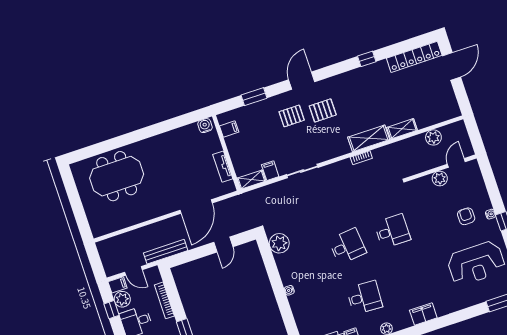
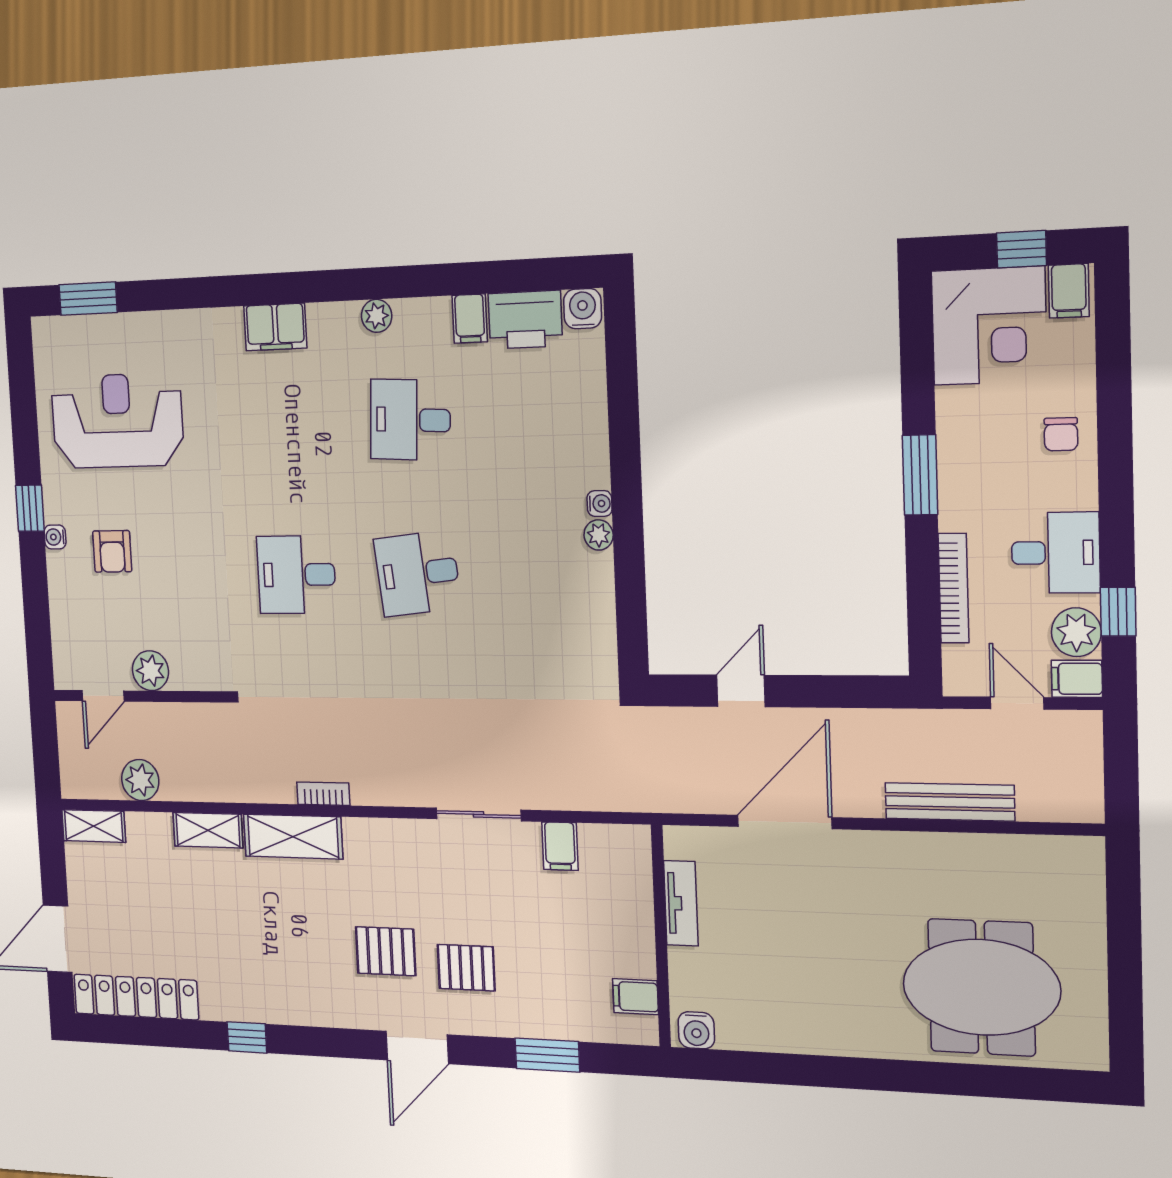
shelving: (251, 180) -> (94, 826), moved
plant: (279, 243) -> (599, 535), moved, width x0.53, depth x0.53
bench: (166, 252) -> (950, 802), moved

